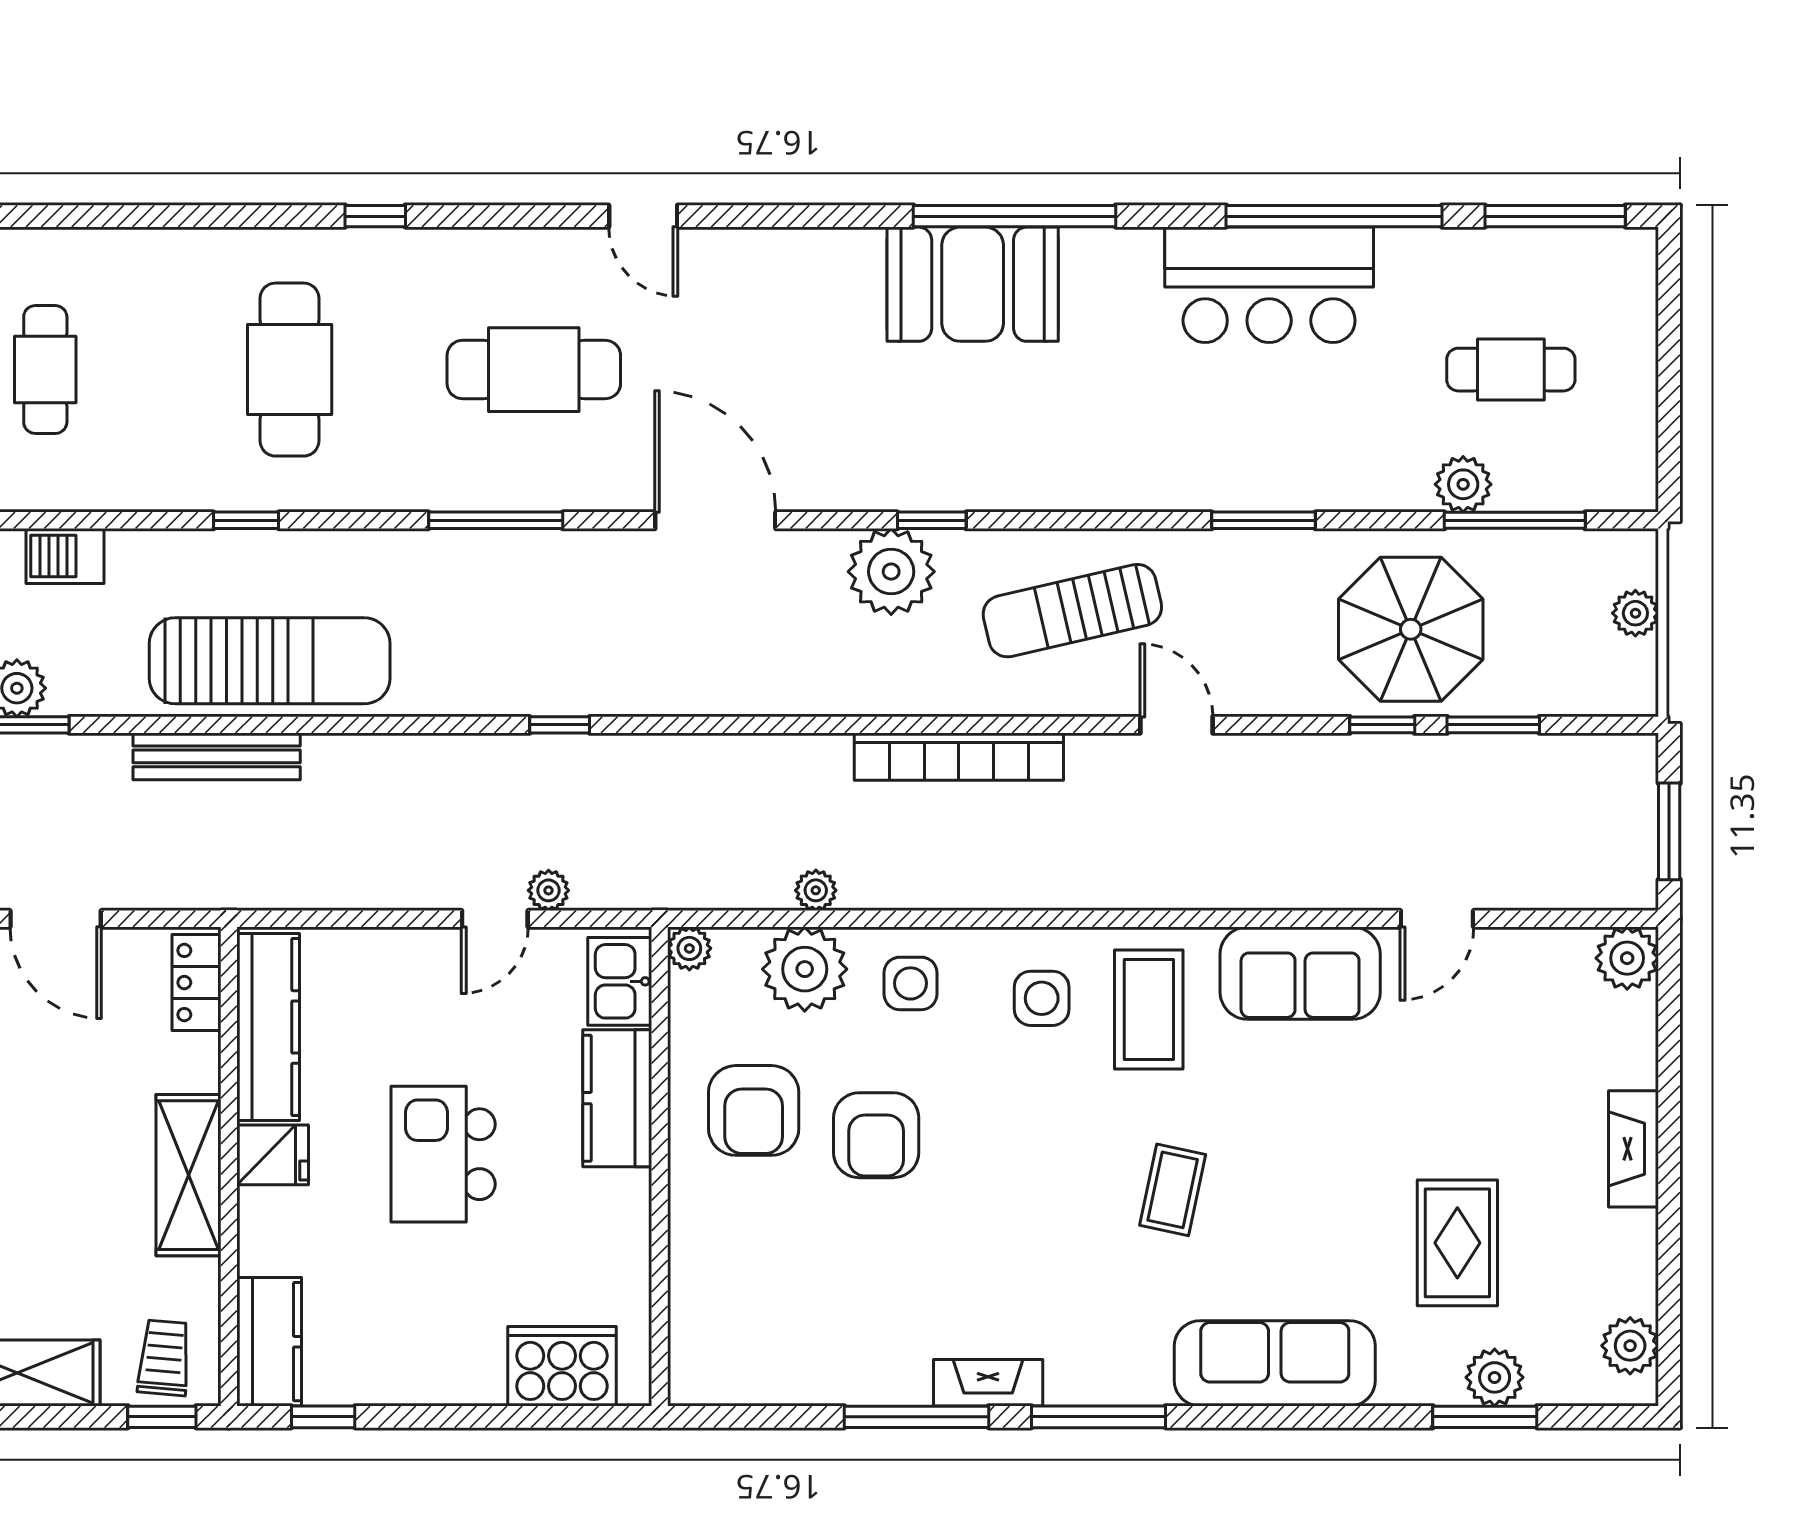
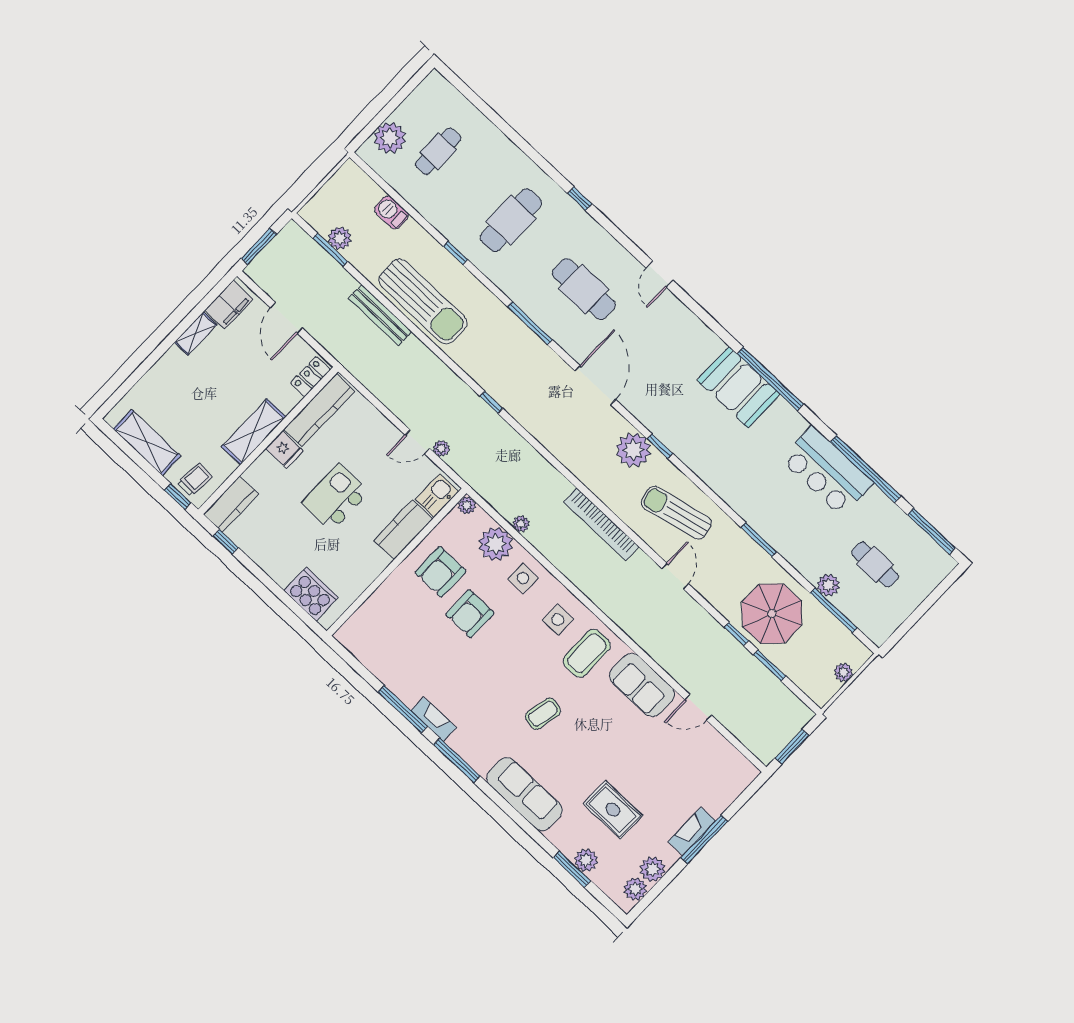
plant: (1627, 958) -> (653, 869), moved
window: (1669, 1143) -> (704, 840), added
rug: (1457, 1243) -> (613, 810), turned 90

